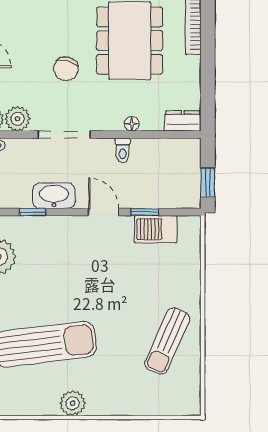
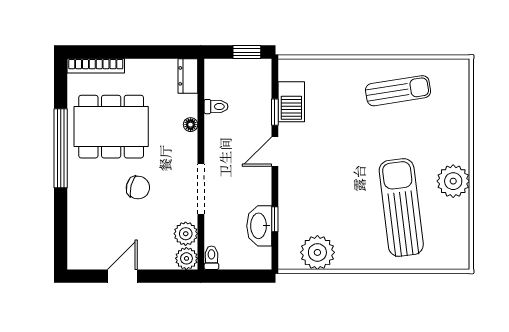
toilet: (123, 150) -> (216, 107), moved
washbasin: (54, 196) -> (259, 226), moved
sun lounger: (167, 341) -> (398, 91), turned -33
plant: (73, 403) -> (453, 181), width x1.36, depth x1.36

